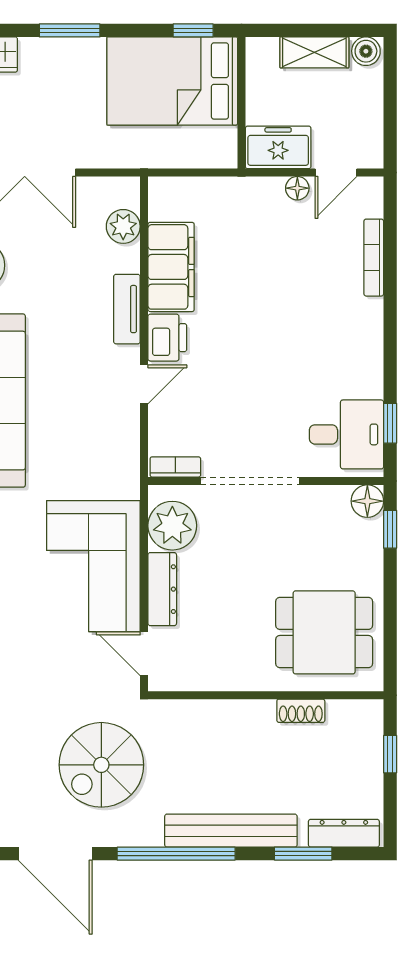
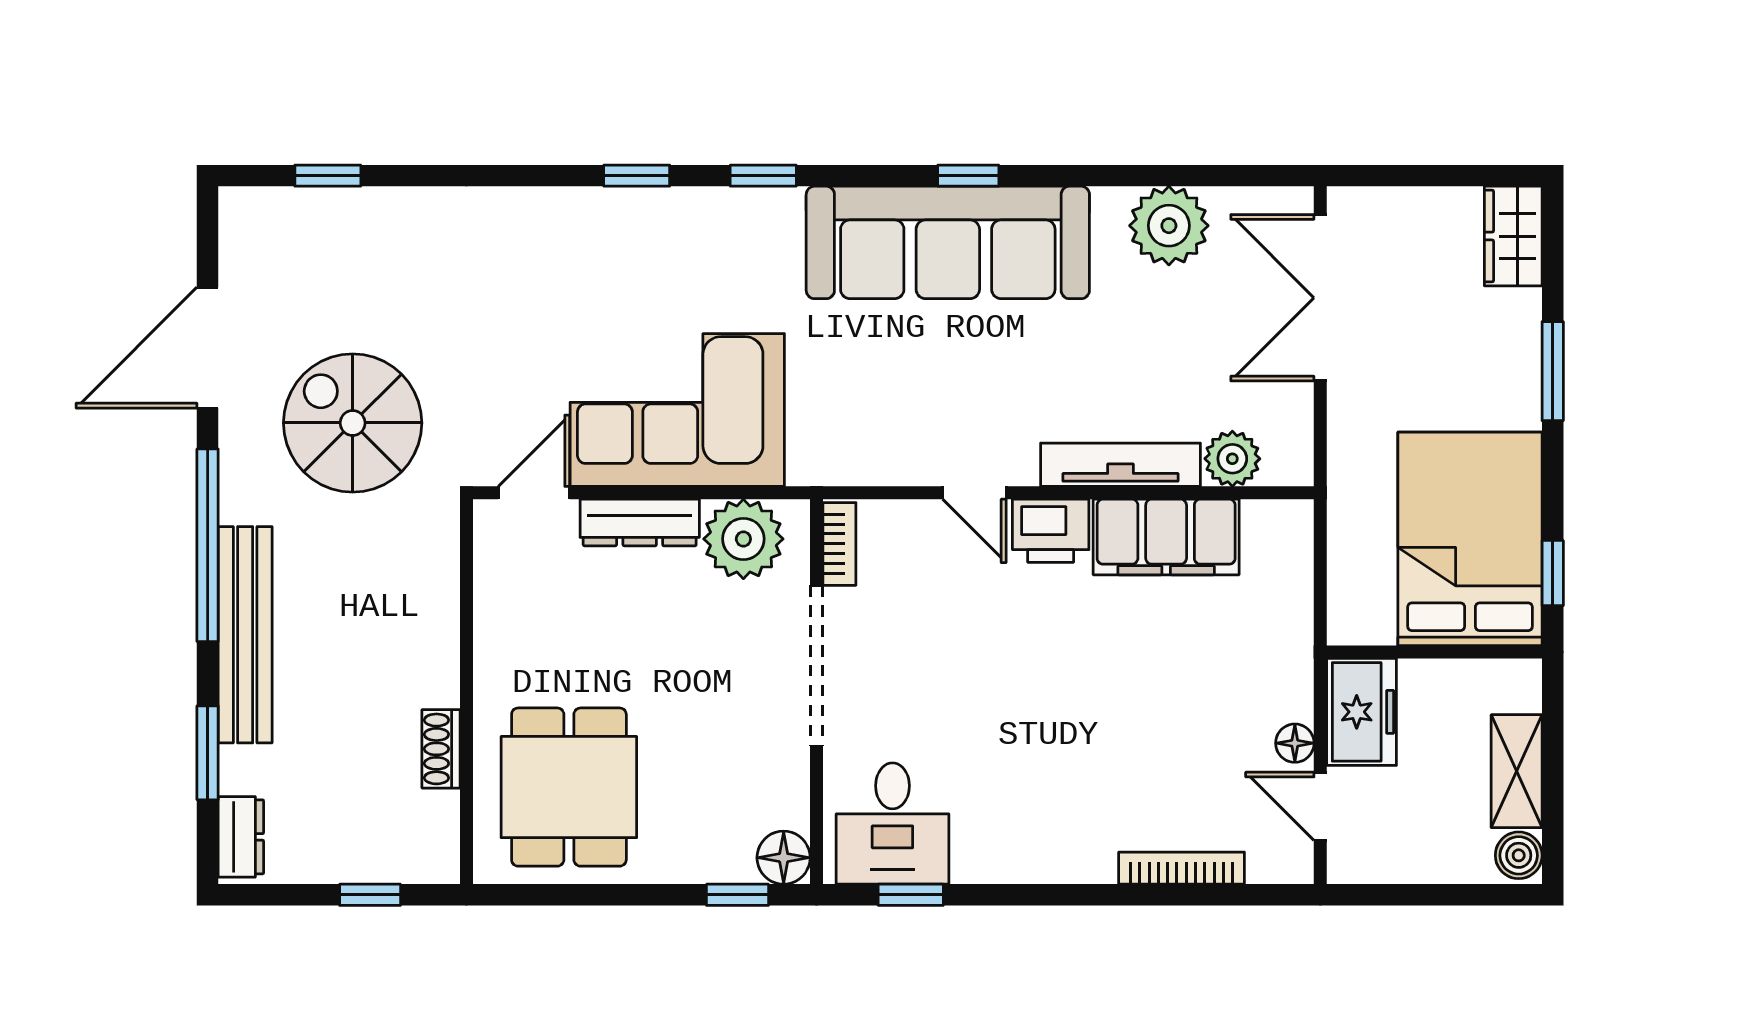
tv unit: (127, 309) -> (1120, 465), width x1.41
dresser: (344, 833) -> (241, 837), width x0.70

